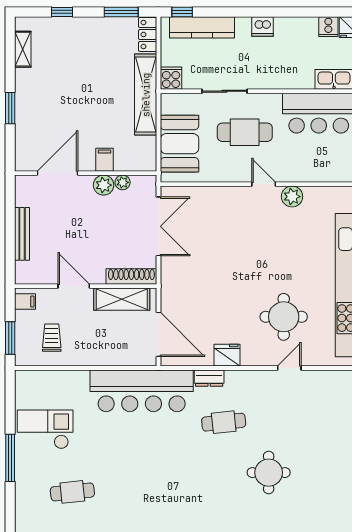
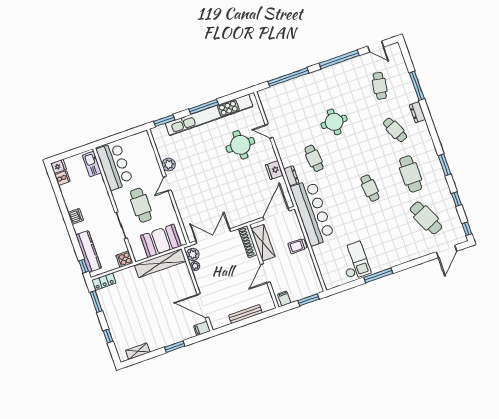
shelving: (146, 95) -> (160, 263), moved
filing cabinet: (104, 160) -> (202, 328), moved
plant: (104, 185) -> (193, 254), moved
trolley: (52, 338) -> (297, 246), moved
checkout: (45, 429) -> (354, 261), turned 180
cafe table: (72, 492) -> (370, 188), moved

